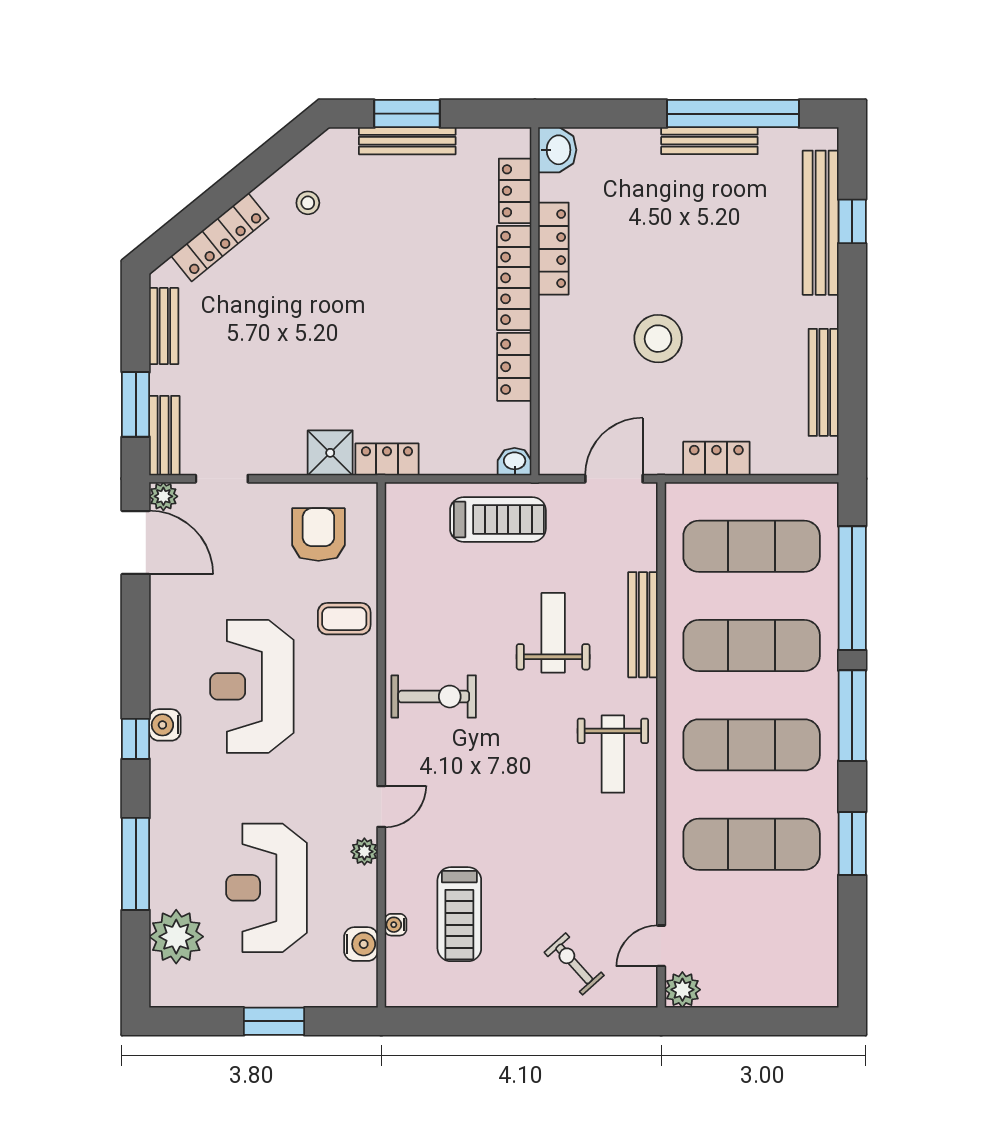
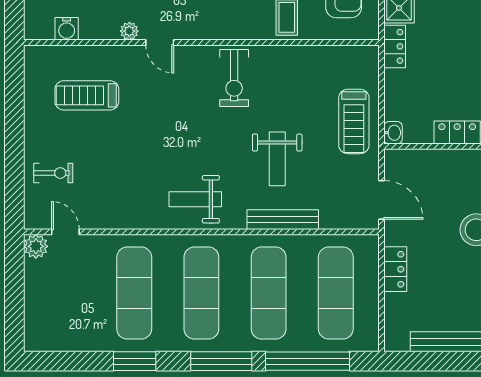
weight bench: (553, 633) -> (277, 159), turned 90
water cooler: (396, 925) -> (80, 52), removed
exercise bike: (574, 964) -> (53, 173), turned 42

